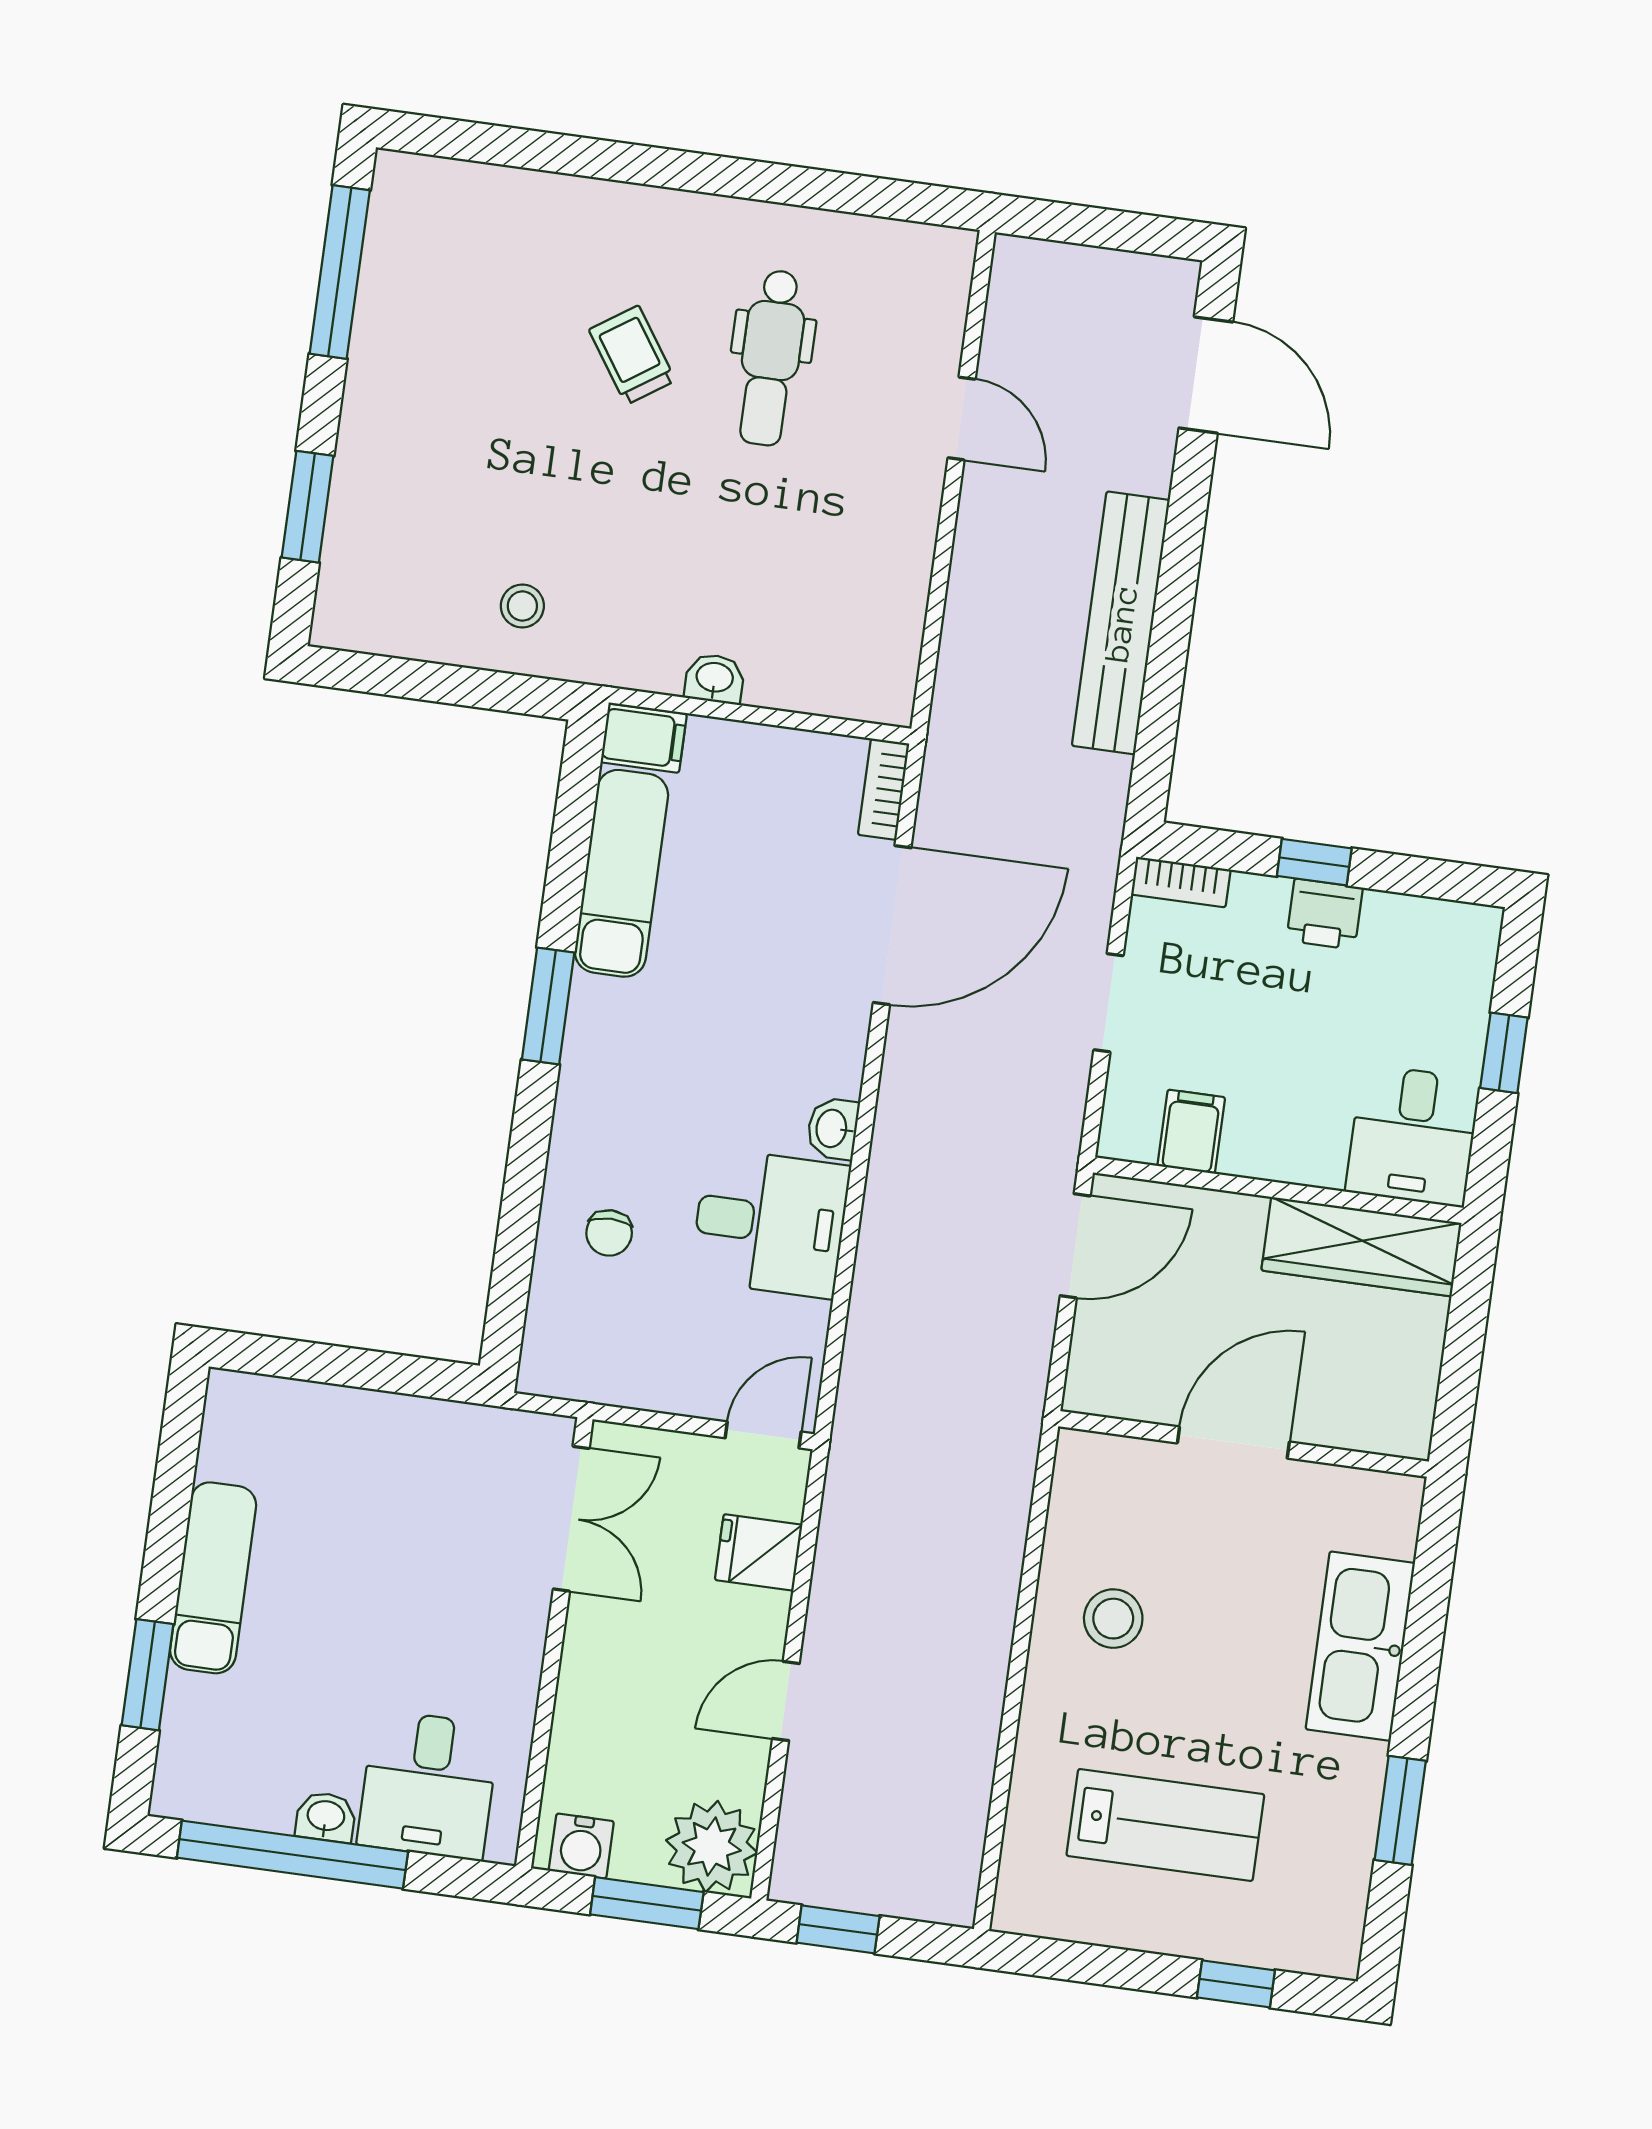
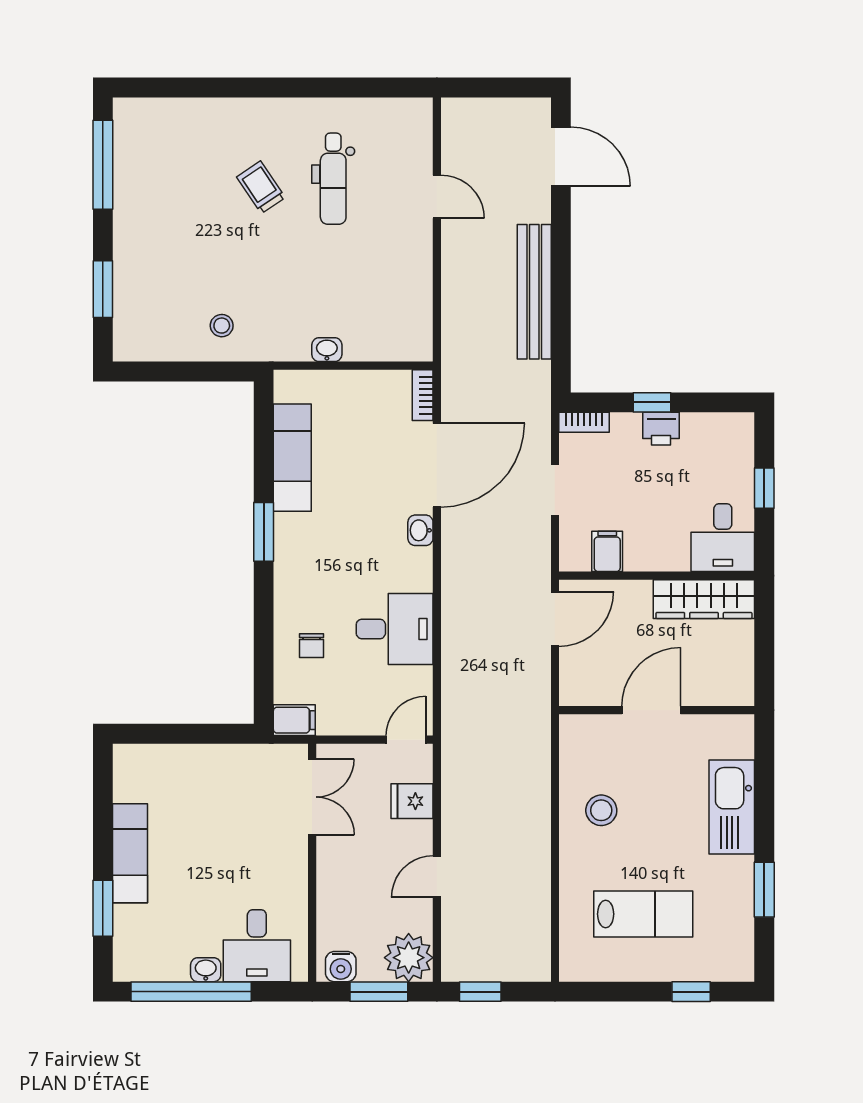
filing cabinet: (644, 738) -> (294, 720), moved
washbasin: (833, 1129) -> (420, 530), moved

